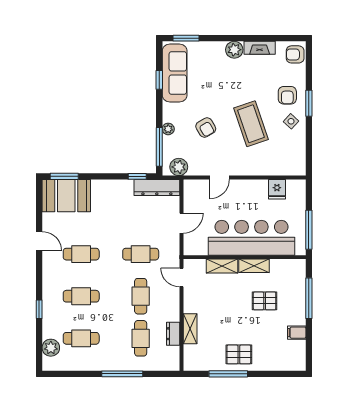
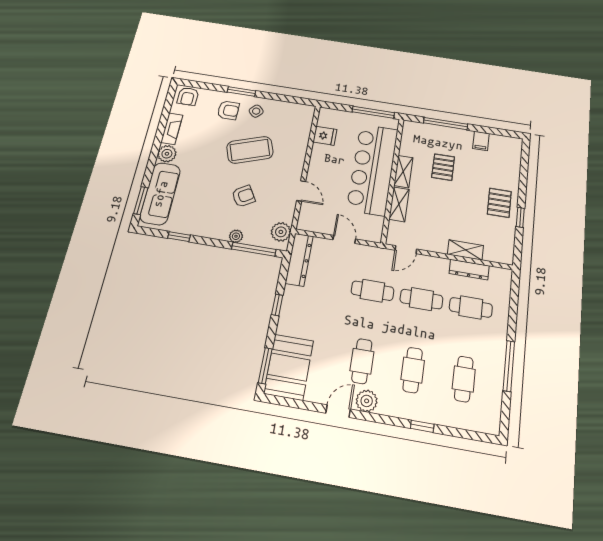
sofa: (175, 73) -> (160, 194), moved, turned 90
window: (137, 176) -> (277, 305), moved
cafe table: (141, 254) -> (372, 291), turned 90
dresser: (173, 334) -> (469, 270), width x1.44
plant: (51, 348) -> (367, 401), moved
window: (122, 374) -> (509, 366), moved
window: (228, 374) -> (520, 217), width x0.46

